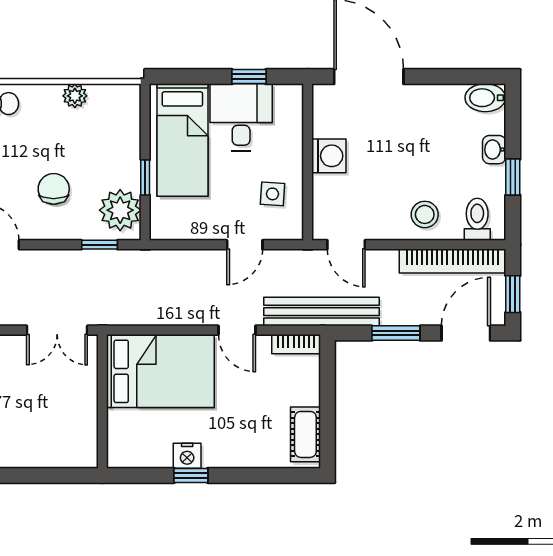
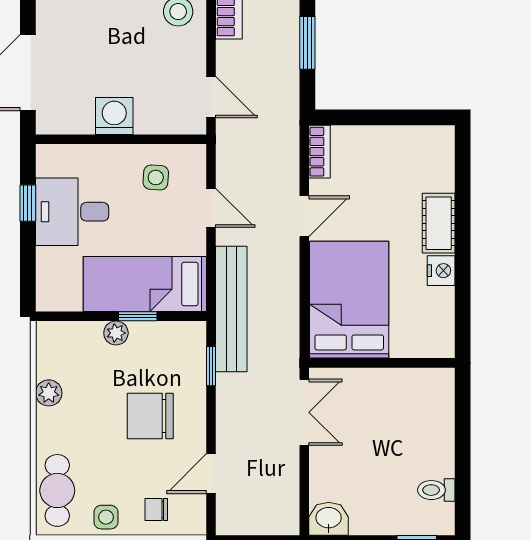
bed: (182, 140) -> (145, 284), moved, turned 180
chair: (54, 189) -> (150, 416), width x1.37, depth x1.37
plant: (120, 210) -> (116, 333), moved, width x0.53, depth x0.53
door: (346, 245) -> (211, 97), hinge flipped
bench: (321, 312) -> (231, 309), moved
cot: (305, 434) -> (439, 223), moved, turned 90
window: (191, 475) -> (463, 266), removed

